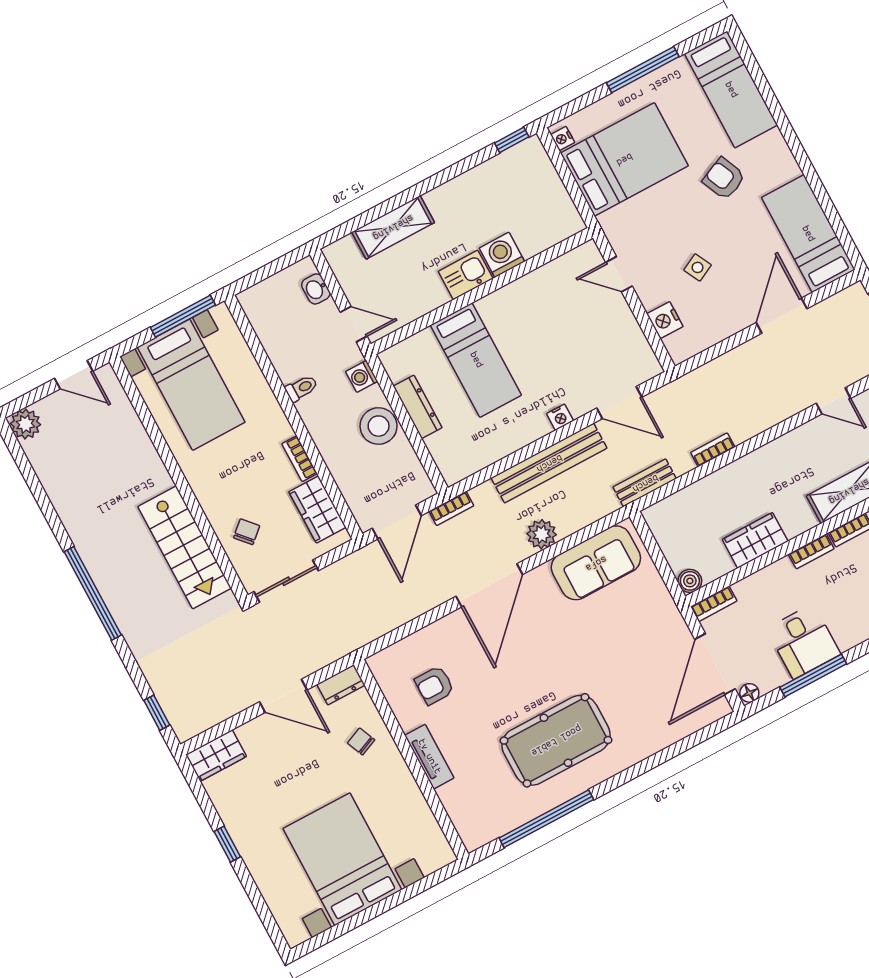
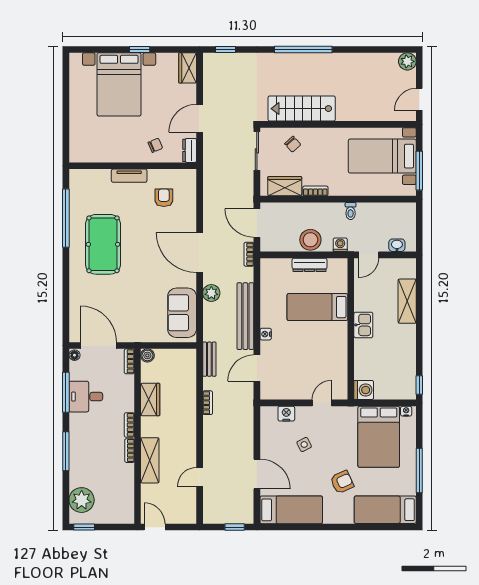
washing machine: (502, 255) -> (364, 390), moved
bed with nightstands: (342, 859) -> (119, 84), moved, turned 90

